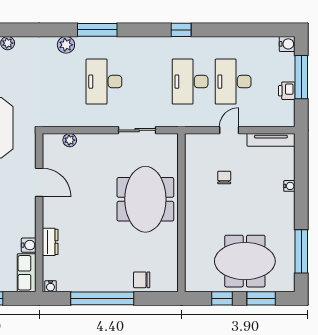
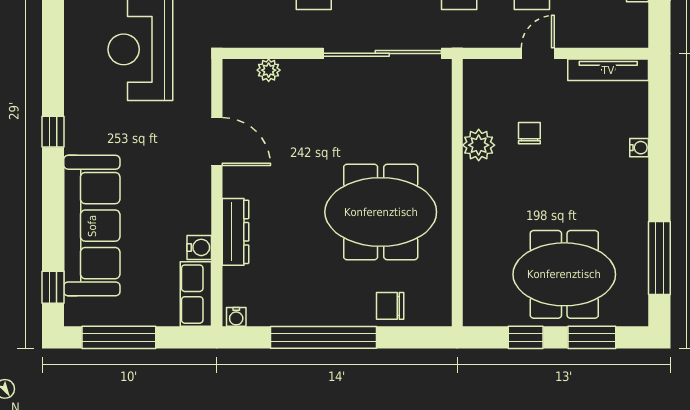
sliding door: (137, 130) -> (382, 53), width x1.86
plant: (194, 184) -> (479, 145), added
meeting table: (145, 199) -> (381, 212), moved, turned 90
dresser: (50, 242) -> (235, 232), width x1.44

